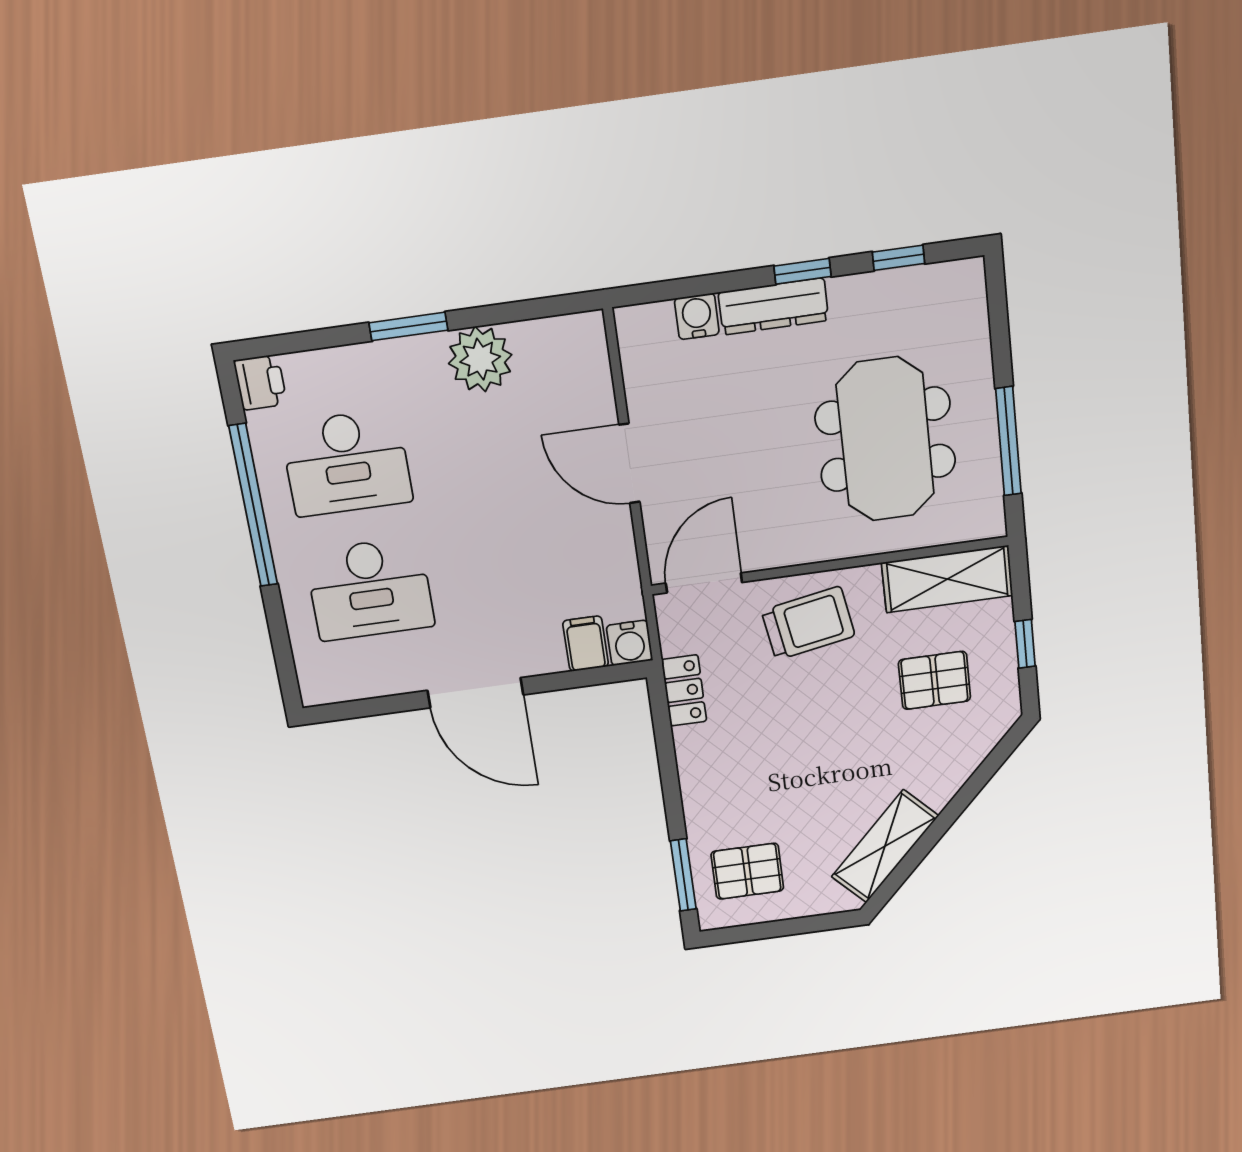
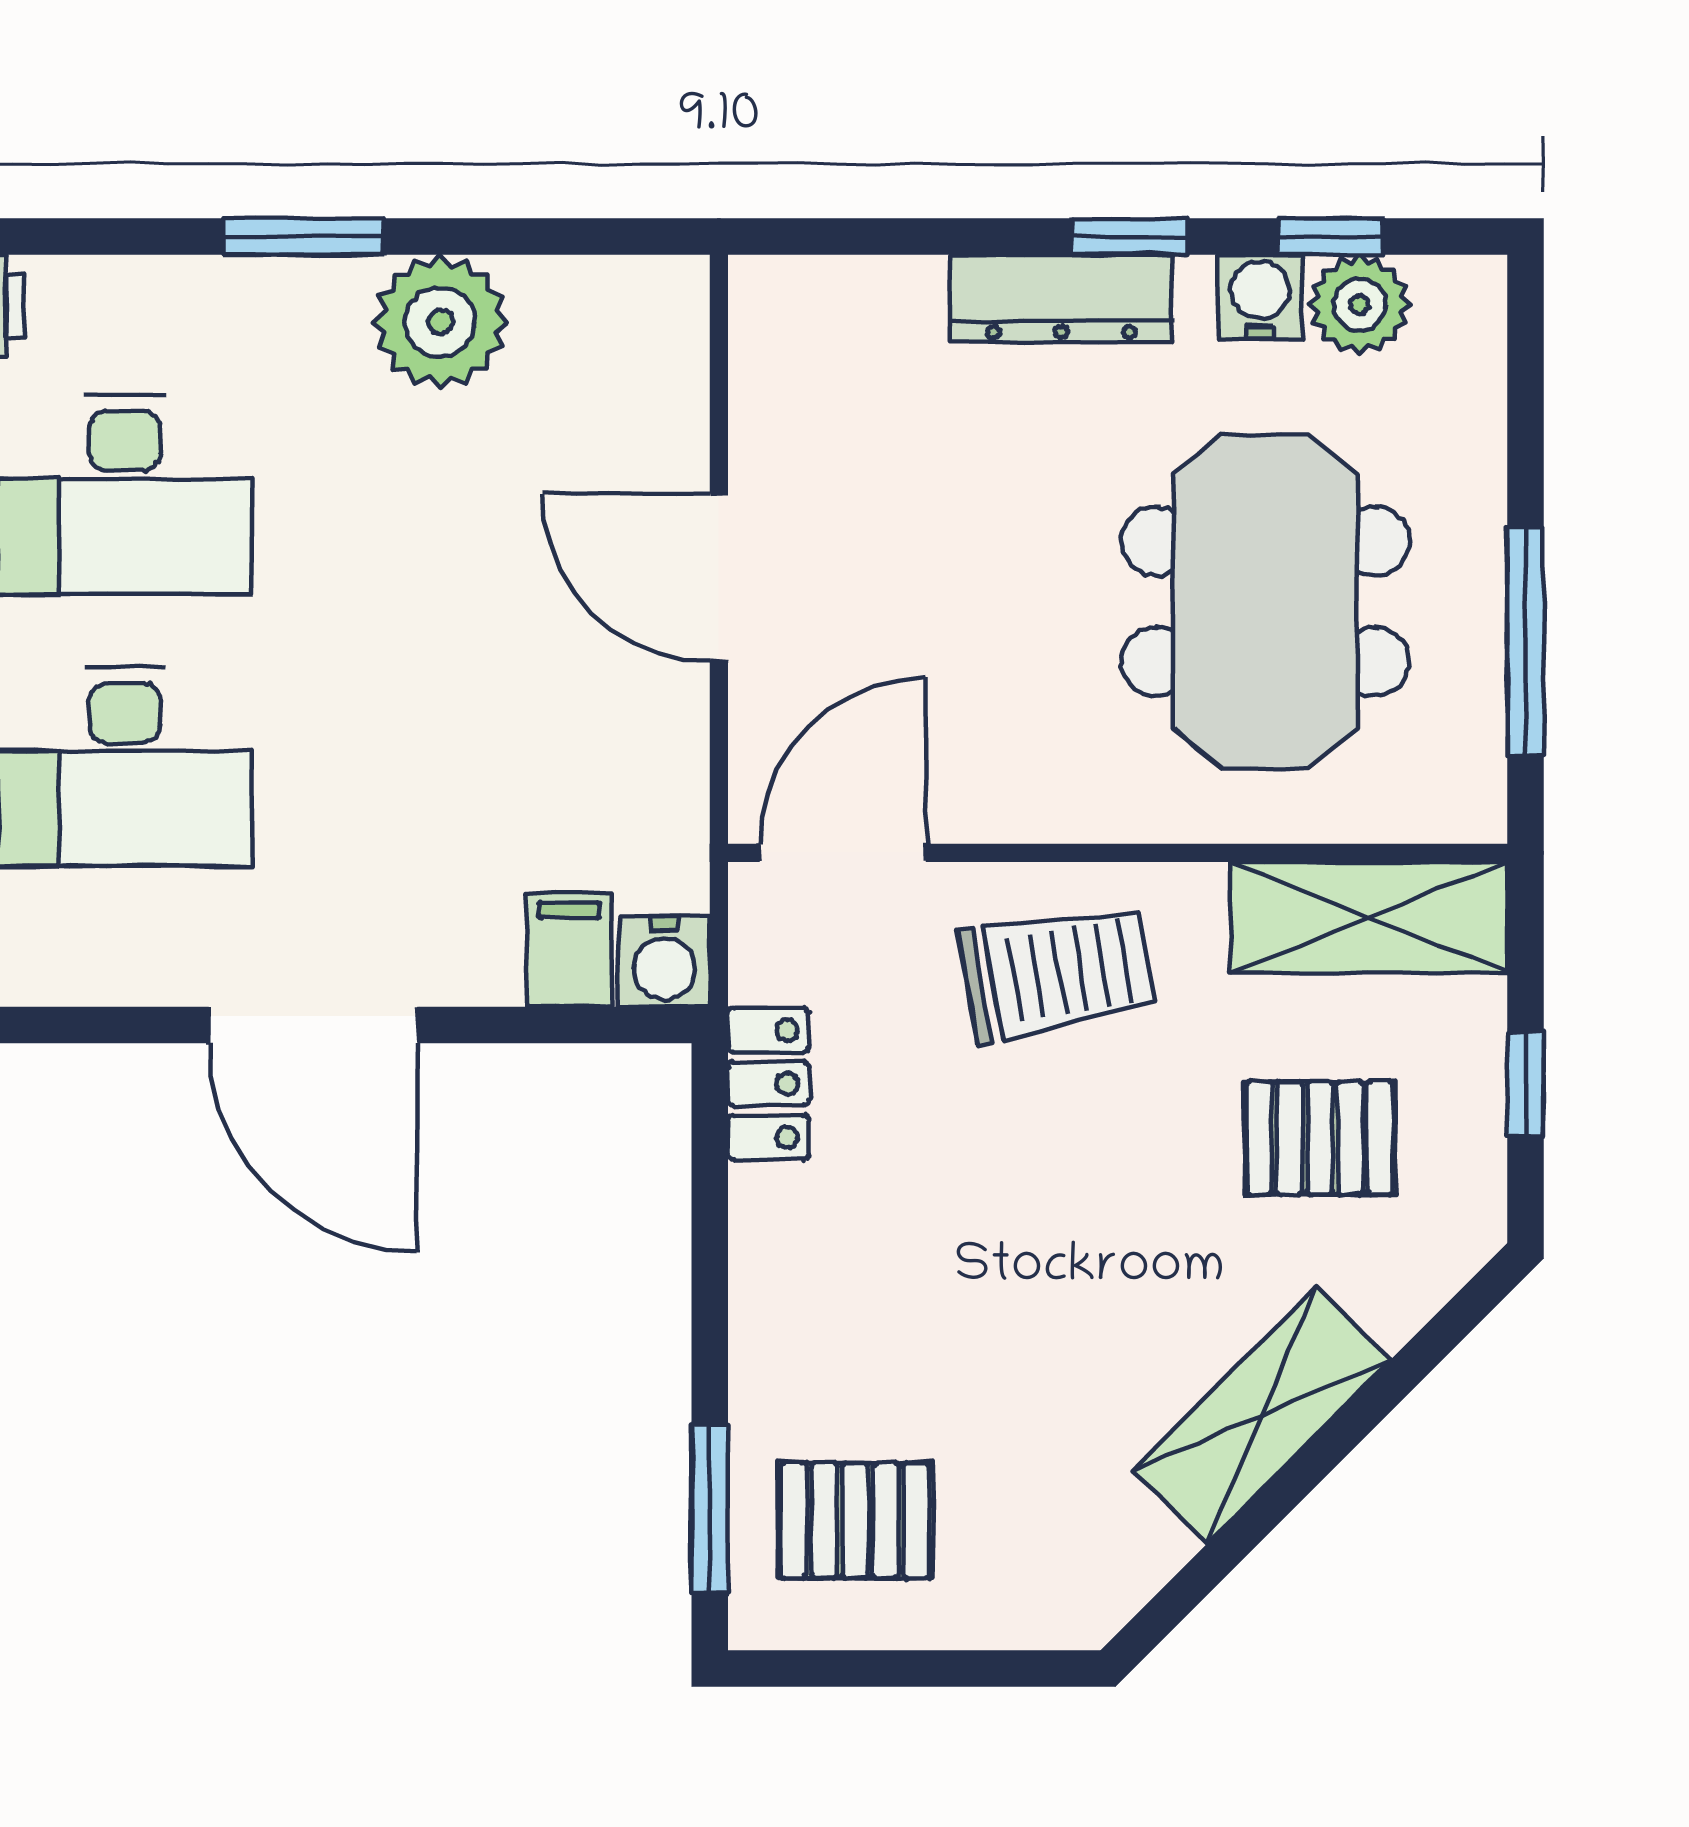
plant: (916, 290) -> (1360, 305), added
water cooler: (697, 316) -> (1260, 297), moved
shelving: (885, 846) -> (1262, 1415), moved

